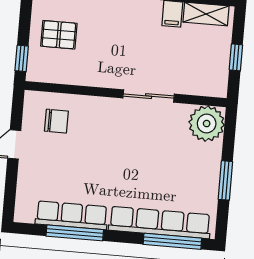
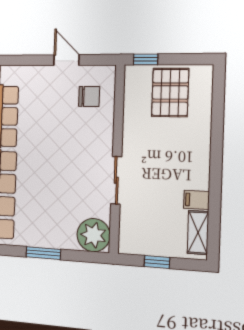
pallet: (59, 35) -> (170, 92), width x1.50, depth x1.42
chair: (56, 121) -> (89, 96), turned -90

